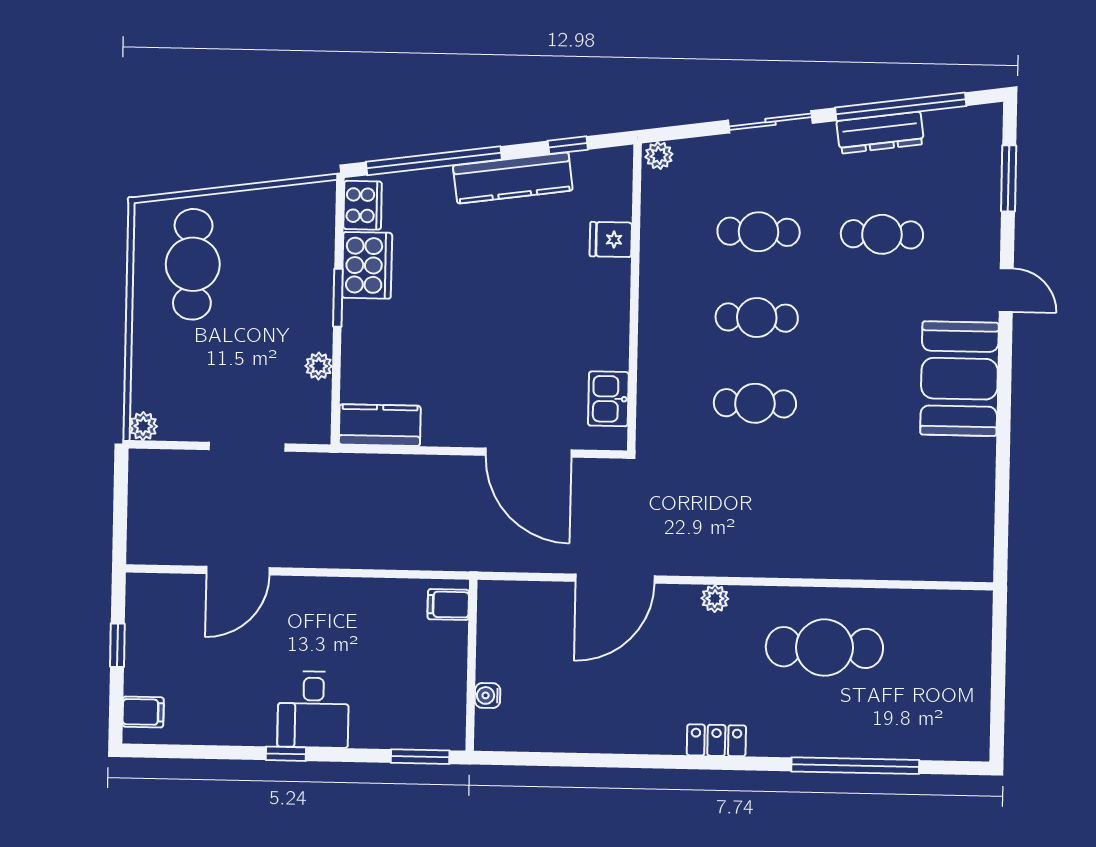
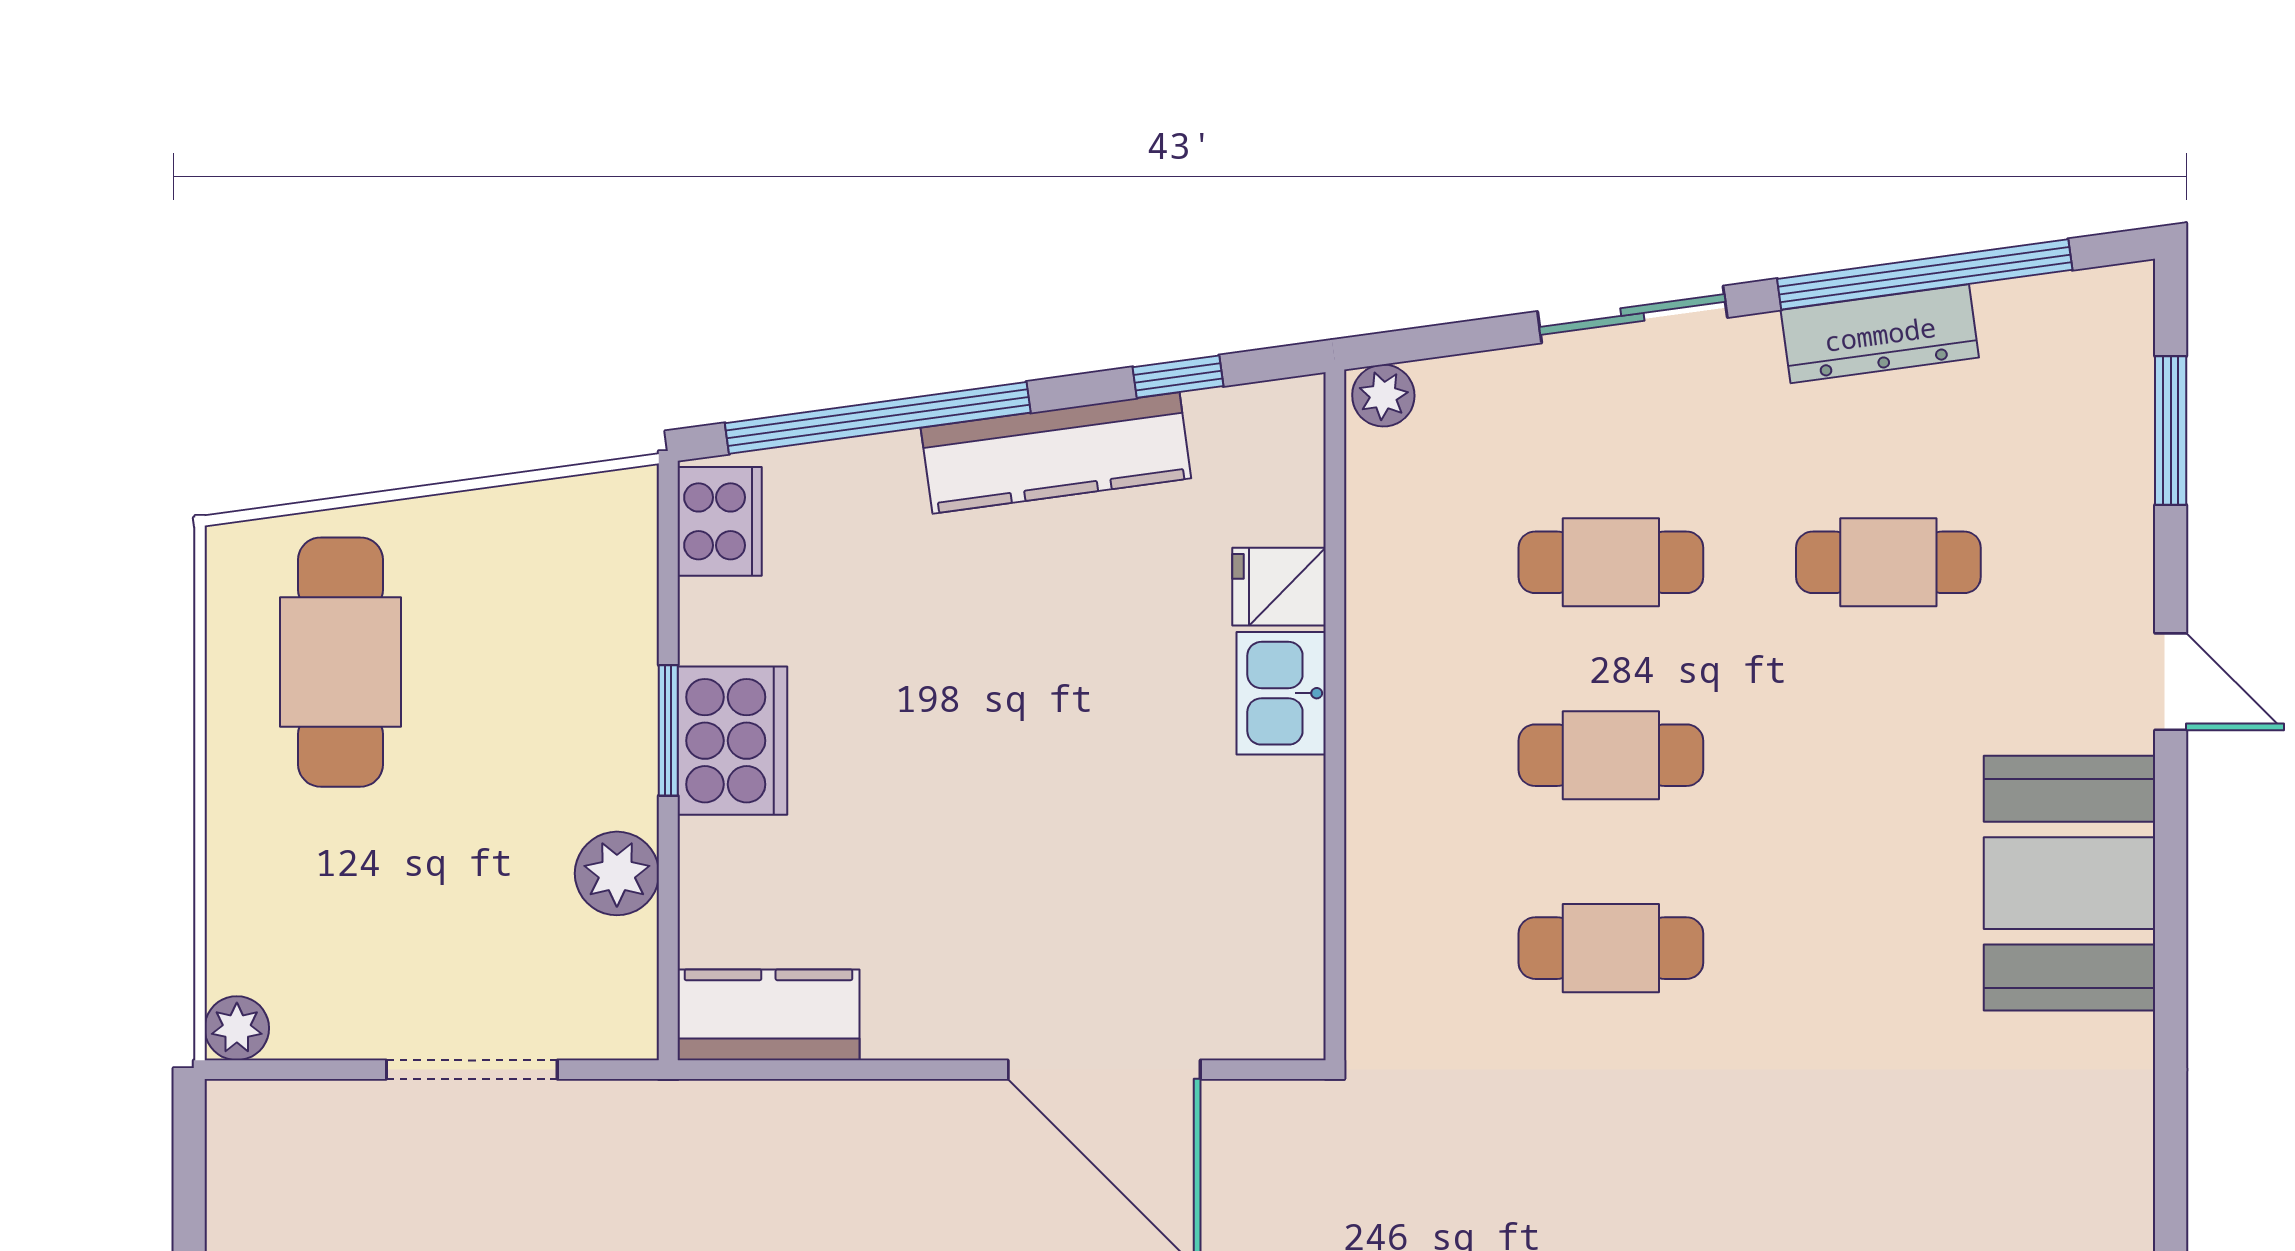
cooker: (367, 265) -> (732, 741), moved
plant: (319, 366) -> (617, 873), width x1.38, depth x1.38
kitchen sink: (608, 399) -> (1281, 693), moved

